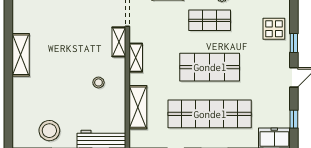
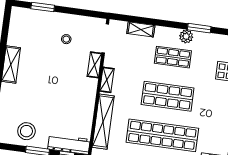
stool: (98, 82) -> (66, 39), moved
shelving: (138, 107) -> (103, 122), width x1.47

